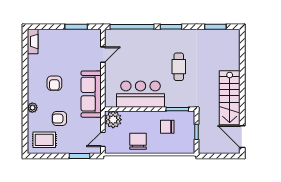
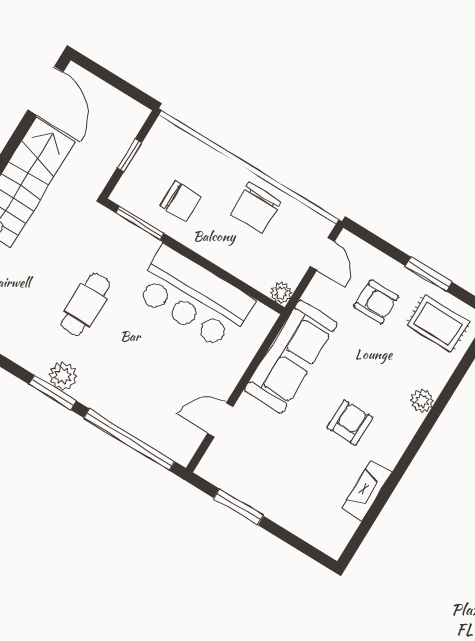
plant: (171, 35) -> (63, 376), added
fireplace: (33, 41) -> (366, 491), moved
armchair: (59, 119) -> (376, 302), moved
plant: (113, 120) -> (281, 293), width x0.53, depth x0.53
door: (103, 139) -> (322, 254), hinge flipped
window: (79, 156) -> (429, 274), moved

